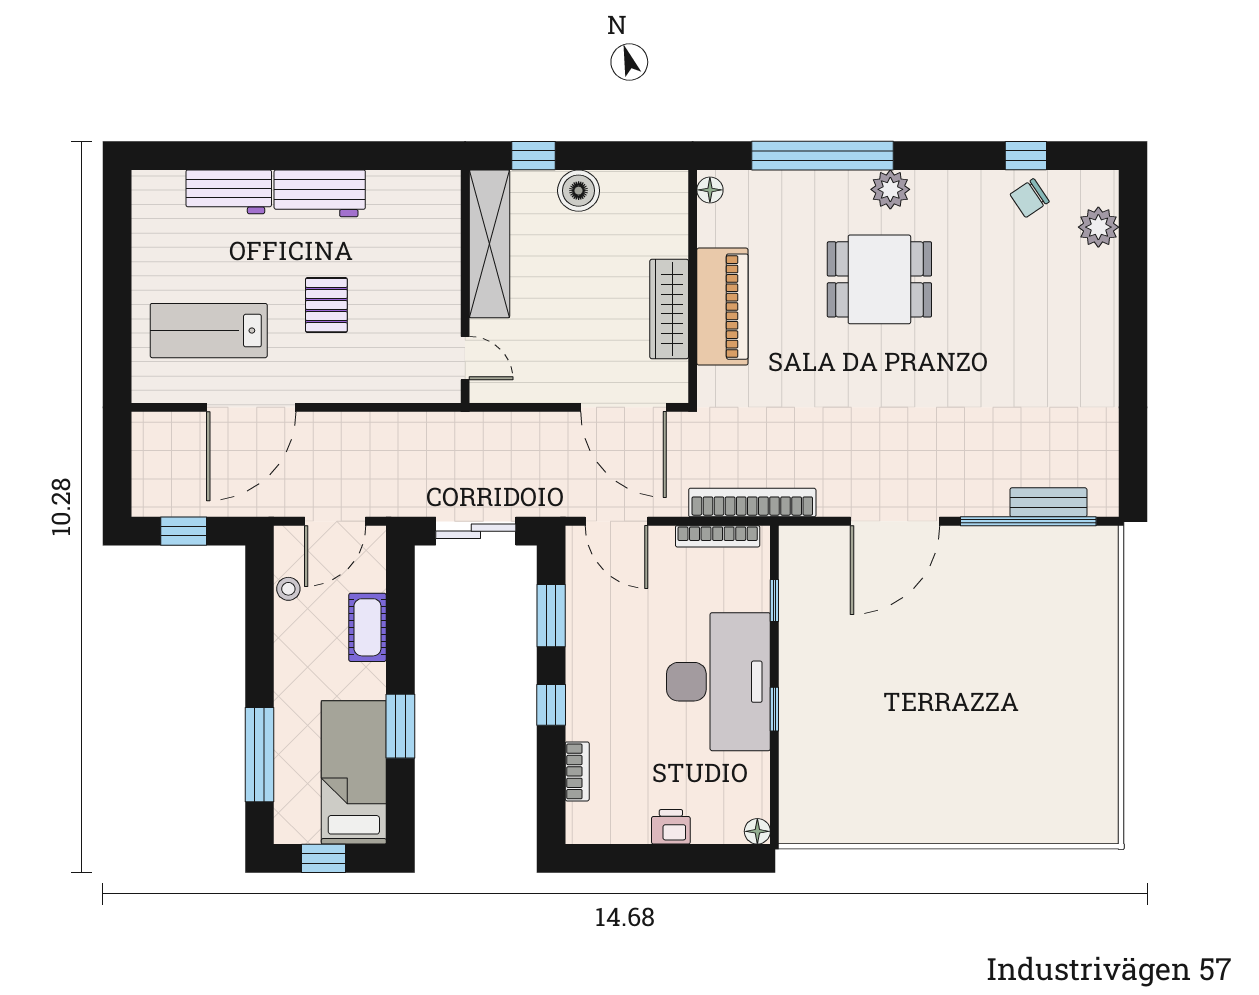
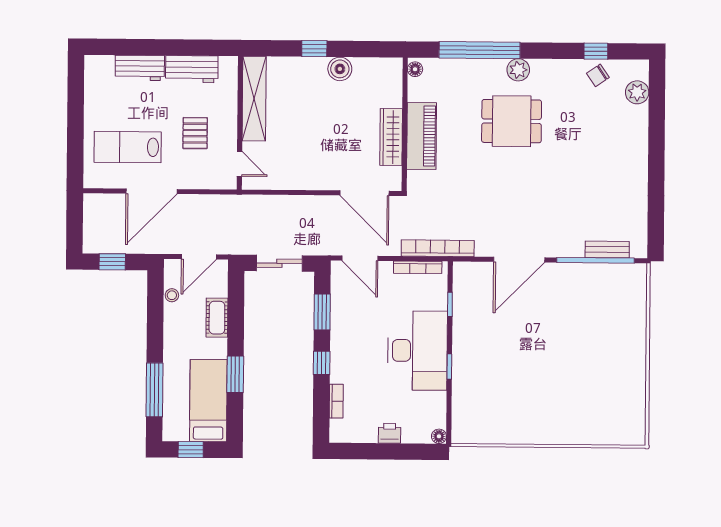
shelving: (490, 244) -> (254, 99), moved
wall: (465, 287) -> (240, 123), moved
door: (465, 358) -> (240, 164), moved

